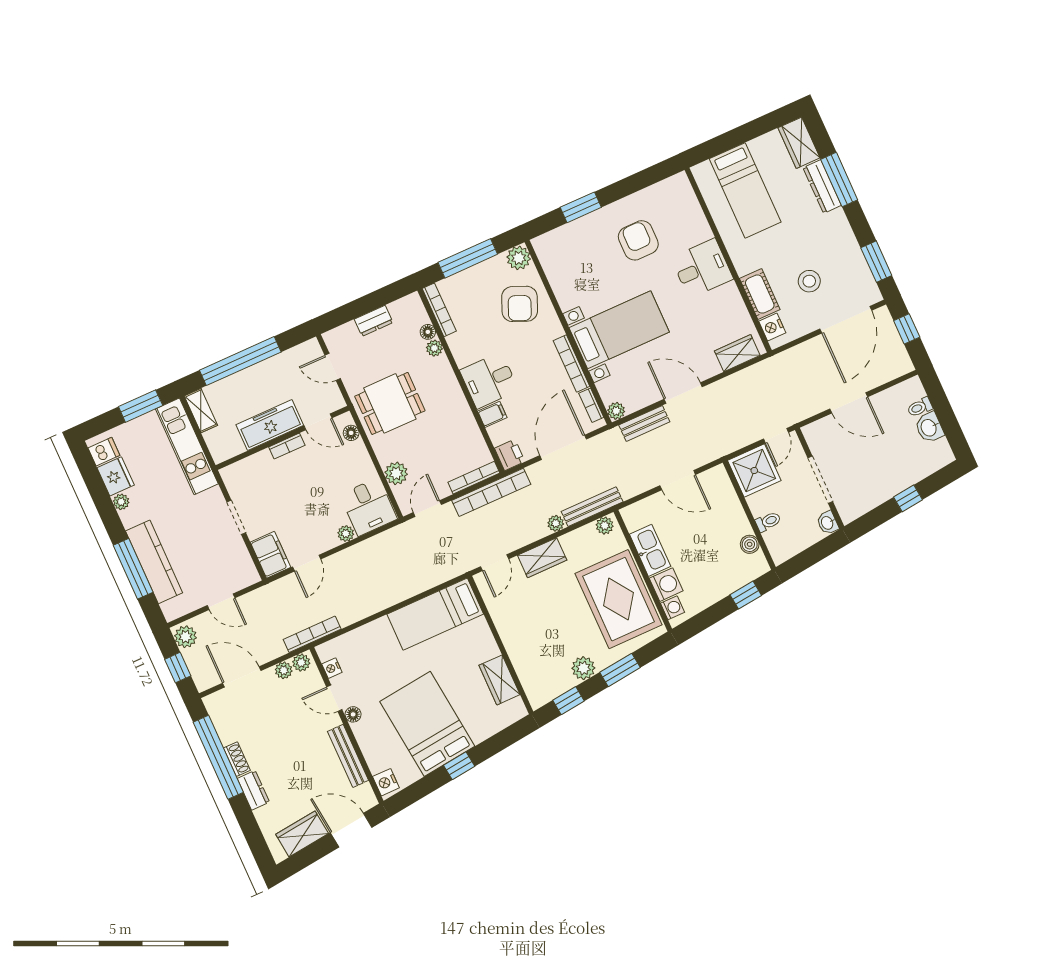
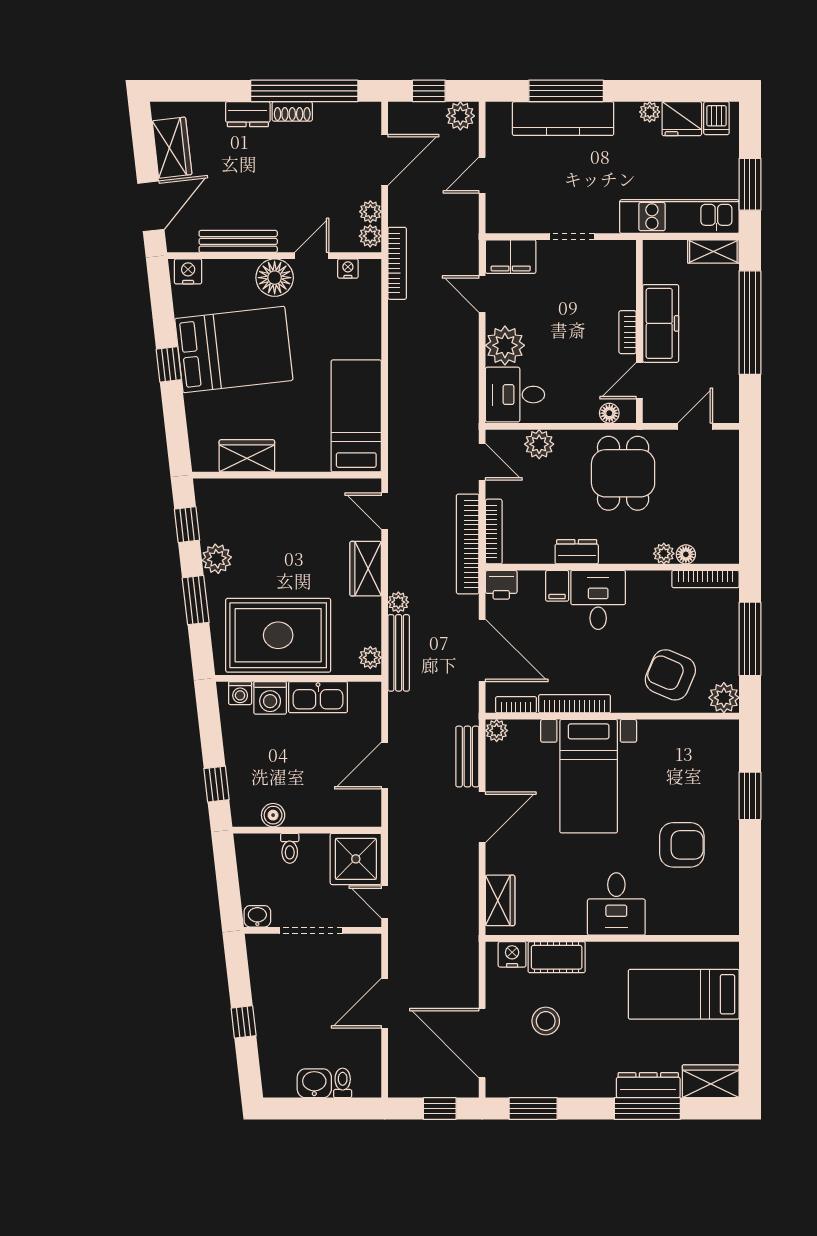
dresser: (374, 321) -> (577, 552), moved, turned 90
plant: (346, 534) -> (505, 345), width x1.88, depth x1.88
floor lamp: (353, 714) -> (275, 278), width x1.89, depth x1.89

